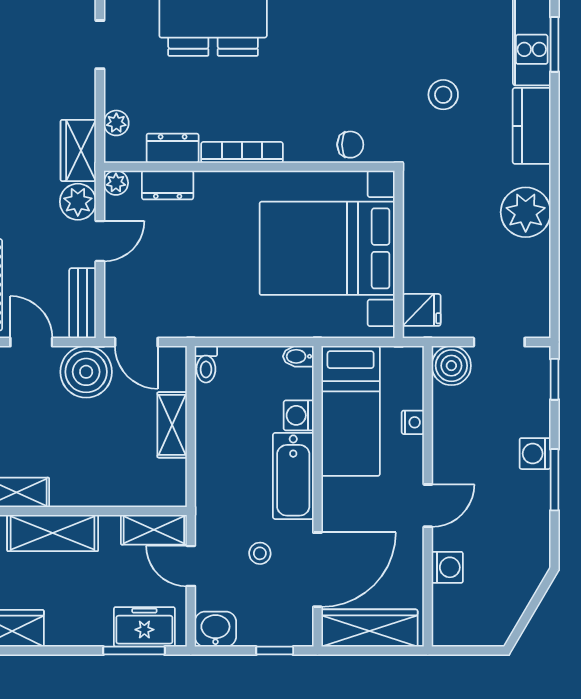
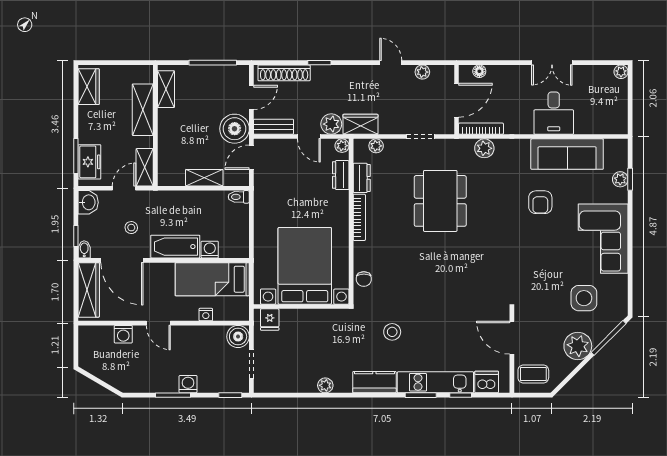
plant: (526, 212) -> (325, 385), width x0.53, depth x0.53
bidet: (298, 356) -> (84, 249), moved

